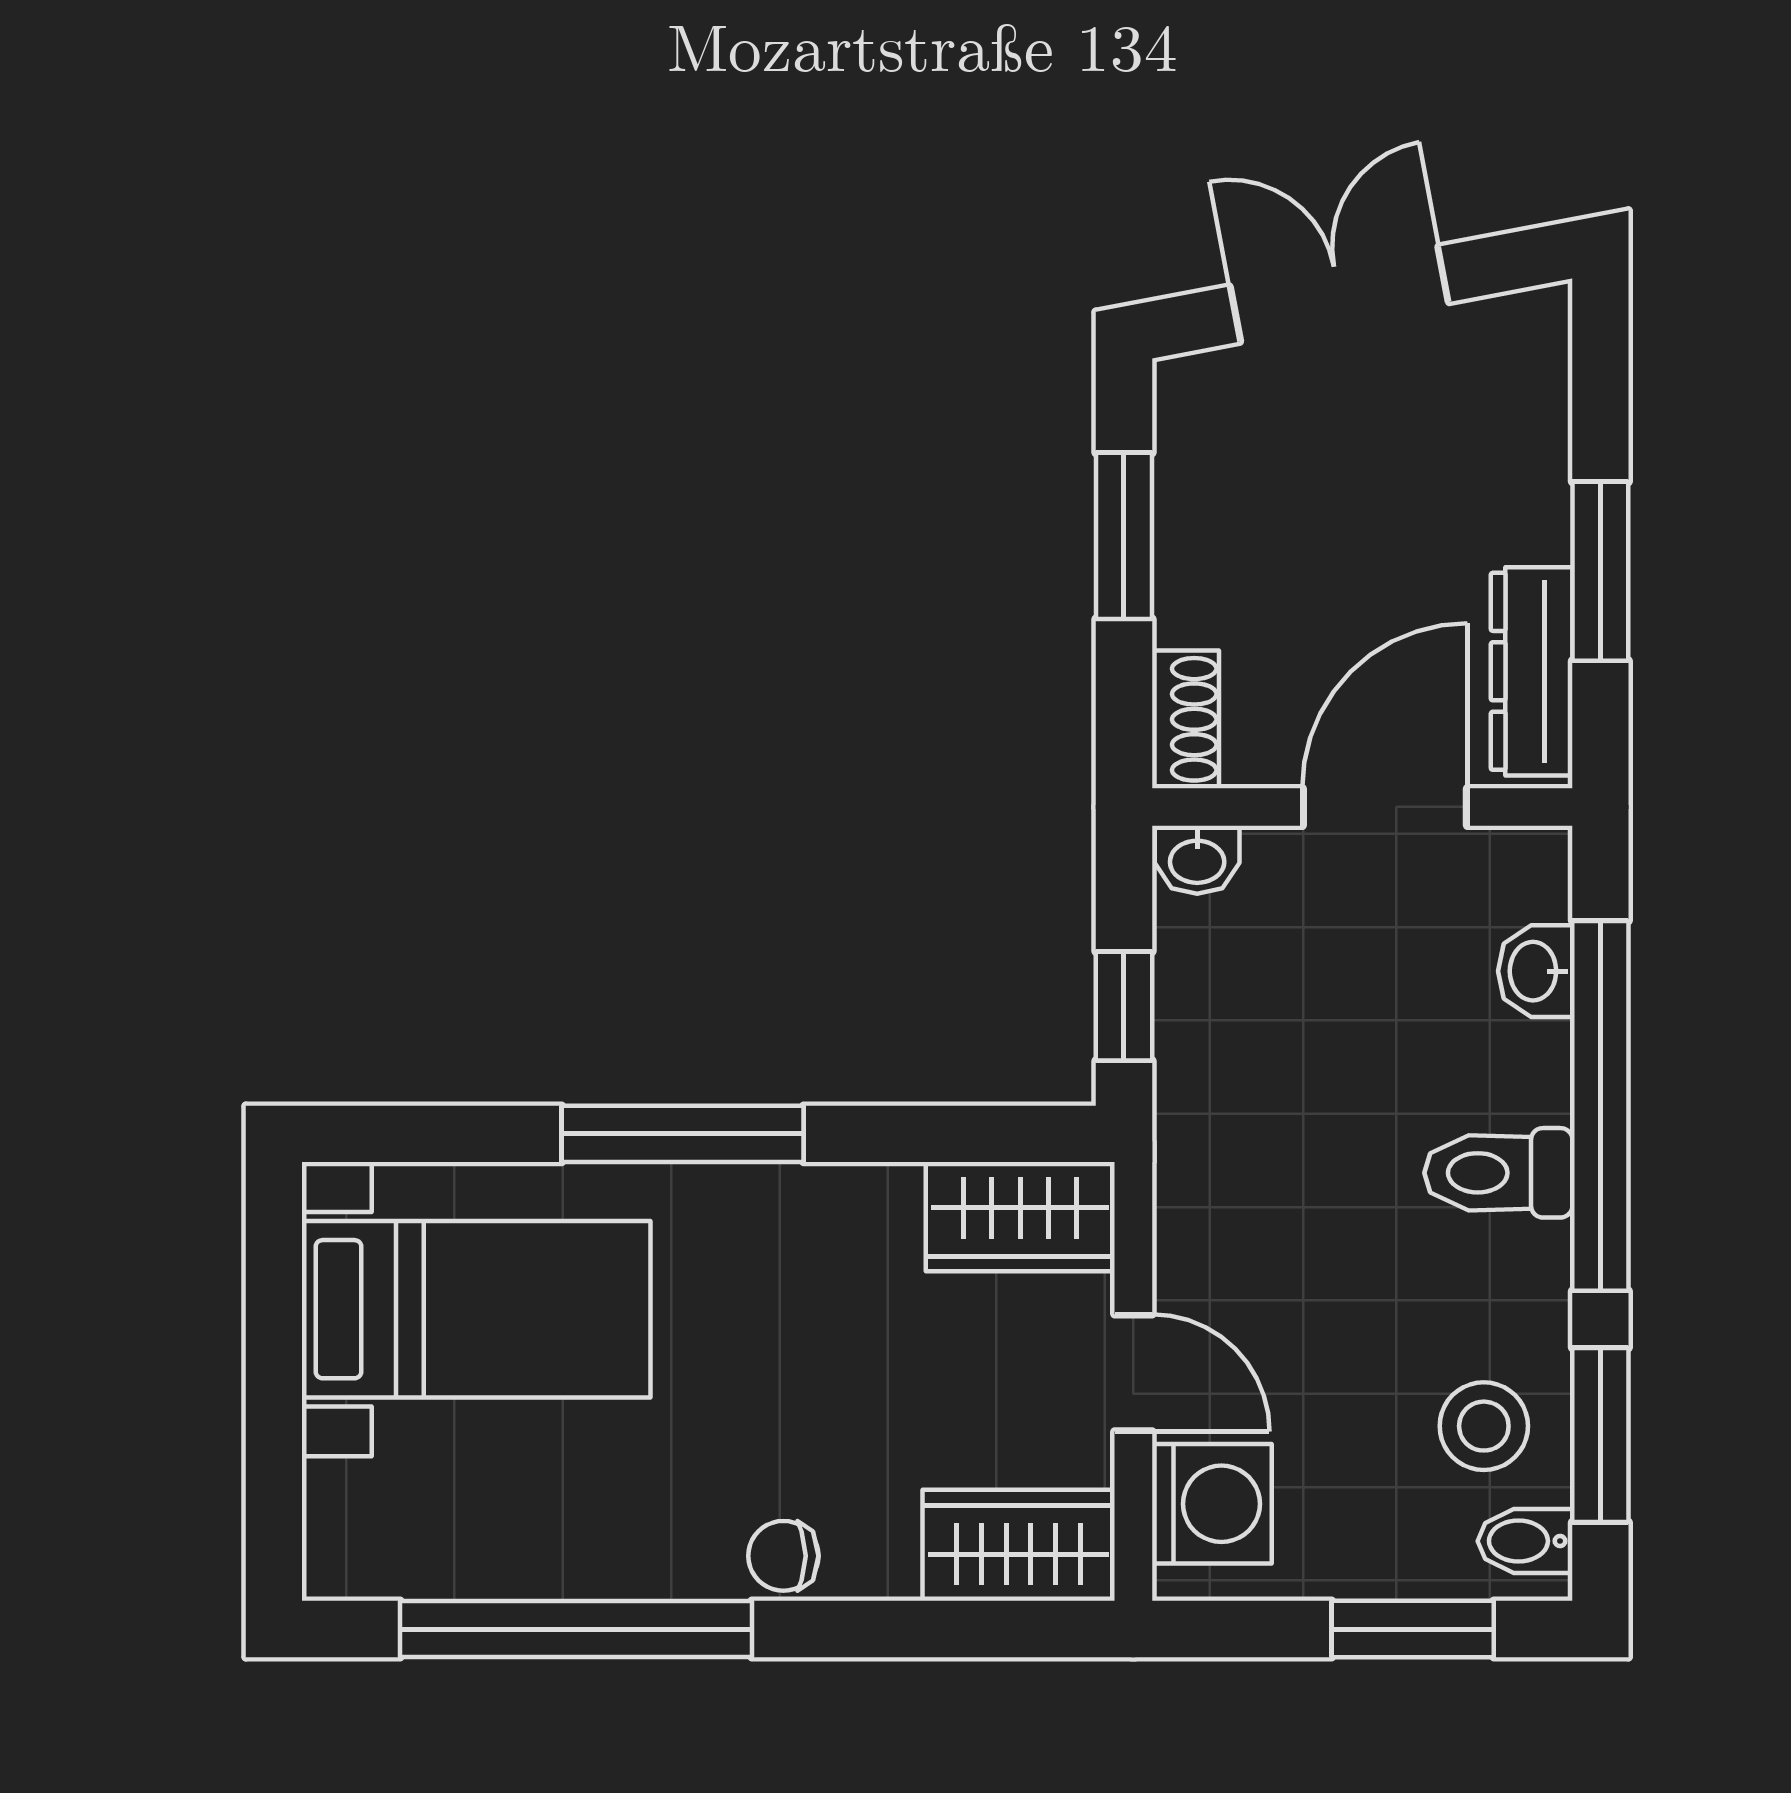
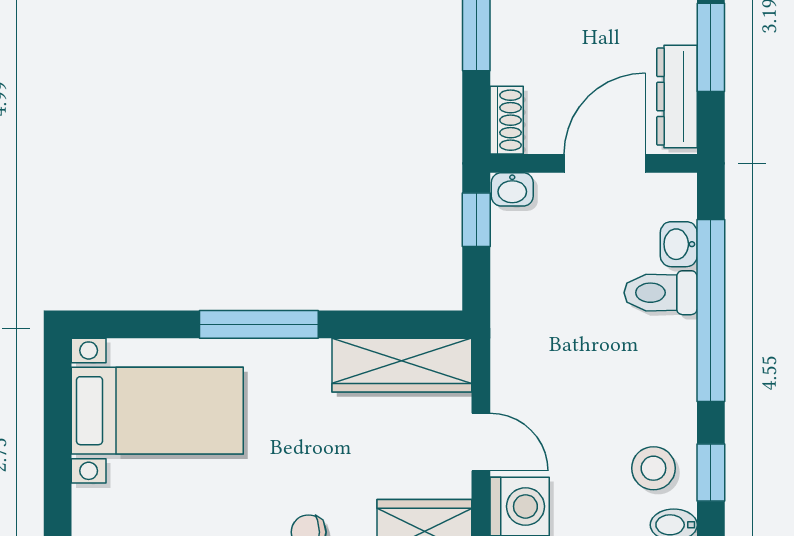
window: (1124, 1006) -> (476, 220), moved
toilet: (1498, 1173) -> (661, 293), moved
wardrobe: (1020, 1217) -> (402, 365), width x1.50
window: (1600, 1435) -> (711, 473), width x0.67

